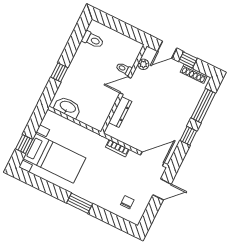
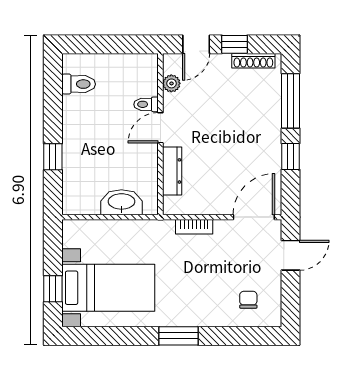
washbasin: (68, 107) -> (121, 202), moved

